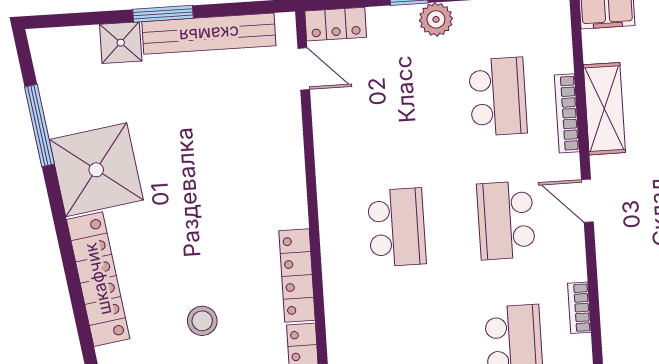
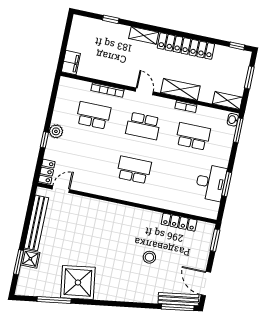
window: (163, 14) -> (19, 262), moved
shelving: (604, 109) -> (180, 89), moved
door: (587, 201) -> (144, 91), swing flipped
locker: (297, 276) -> (142, 215), removed
locker: (98, 279) -> (121, 294), removed

